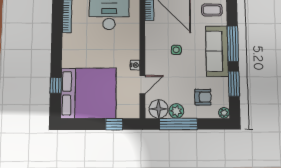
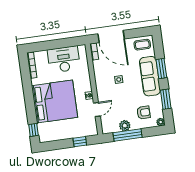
window: (233, 44) -> (161, 69), width x0.69
window: (56, 85) -> (33, 130), moved
bed: (88, 93) -> (54, 102), moved
floor lamp: (159, 109) -> (111, 126), removed

